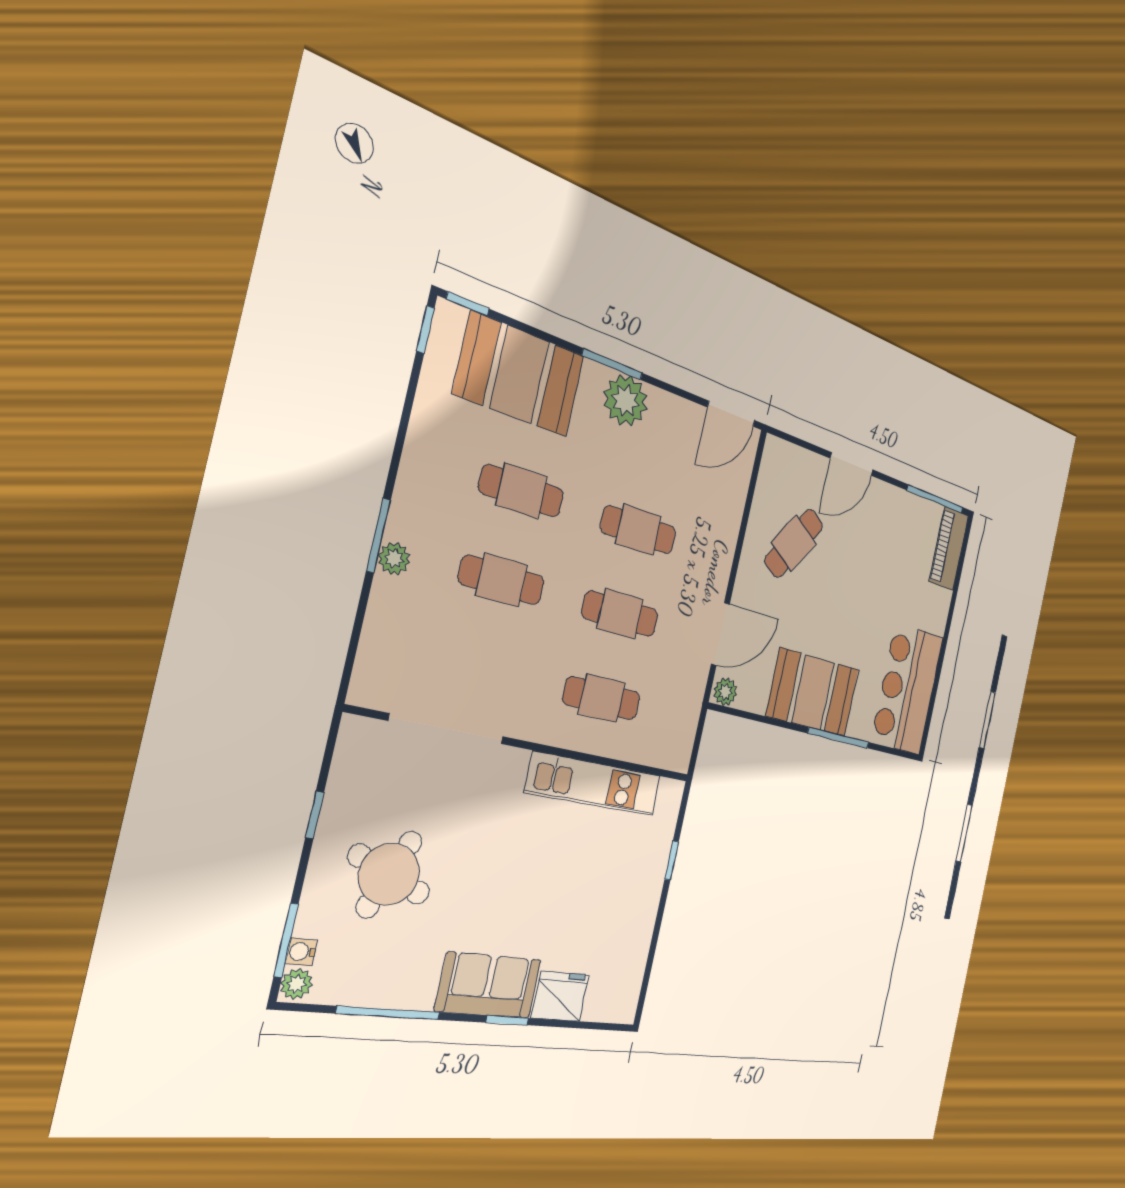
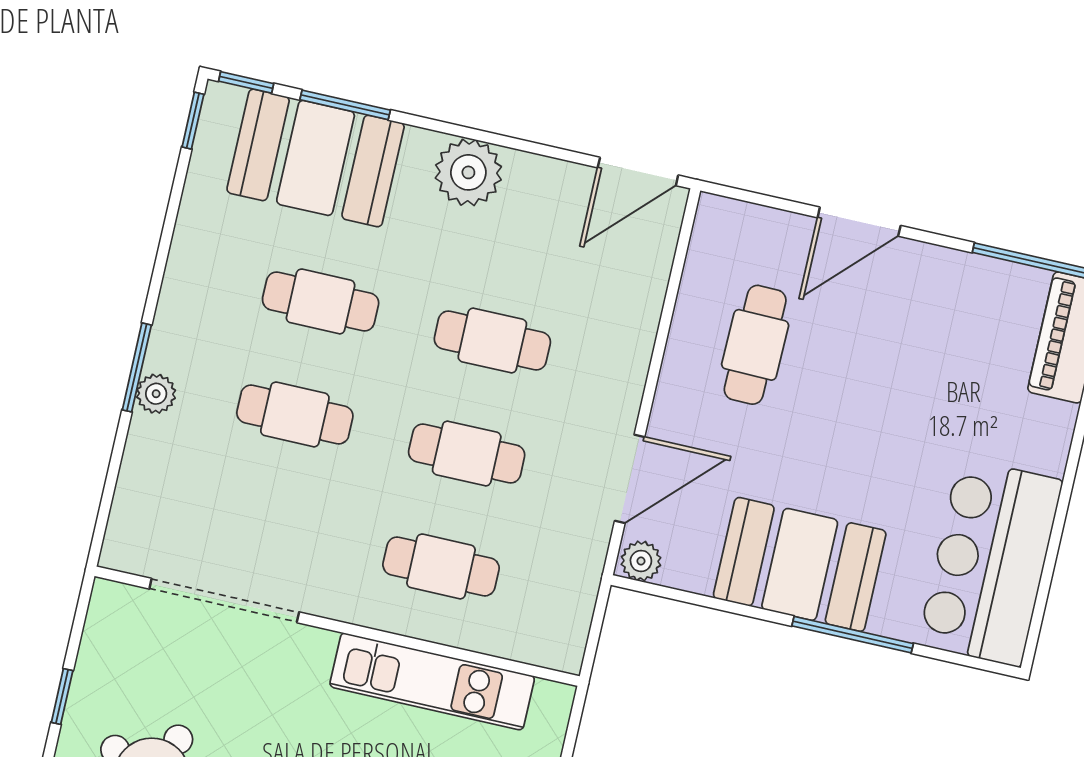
window: (612, 364) -> (345, 105), moved
cafe table: (794, 543) -> (755, 345), turned -32

